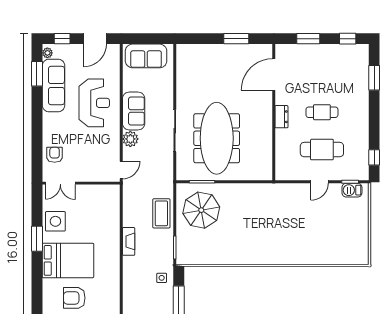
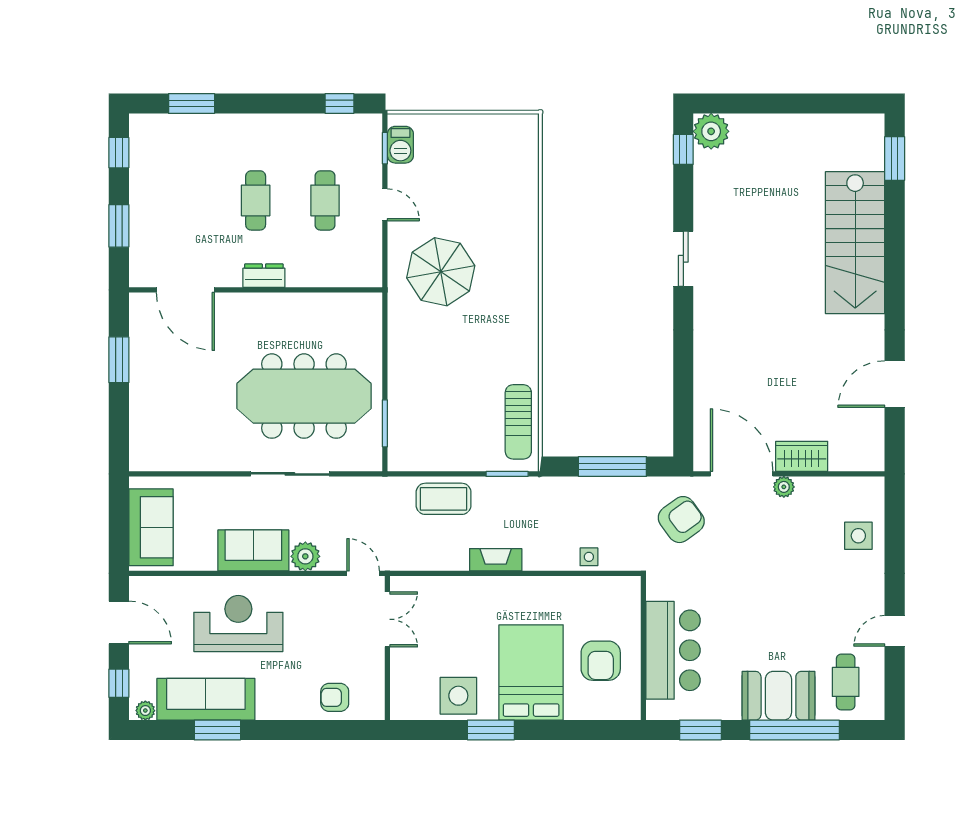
window: (37, 74) -> (217, 730), moved
cafe table: (322, 150) -> (325, 200), width x0.73, depth x0.74
double door: (60, 183) -> (387, 619), moved
parasol: (201, 210) -> (441, 272), moved
sun lounger: (203, 254) -> (518, 422), added
side table: (162, 278) -> (589, 557), moved

